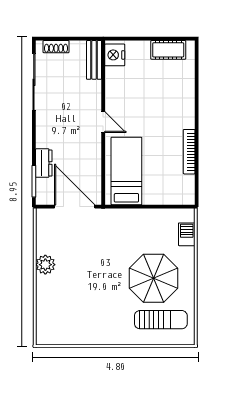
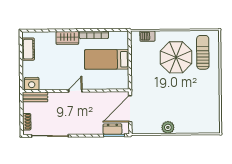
wardrobe: (185, 111) -> (67, 38), added
dresser: (44, 163) -> (112, 129), moved
bed: (126, 171) -> (107, 59), moved

